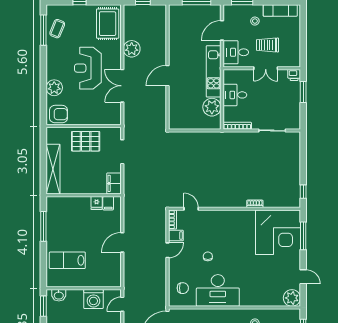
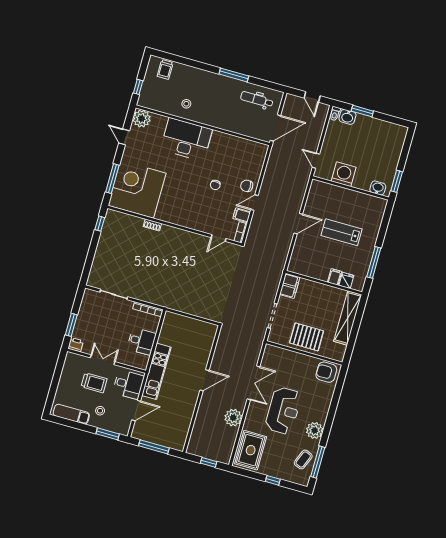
plant: (54, 88) -> (315, 430), moved
plant: (212, 107) -> (168, 335), removed
fridge: (97, 203) -> (346, 280), moved
filing cabinet: (108, 203) -> (335, 277), moved
door: (191, 209) -> (219, 238), hinge flipped
lab bench: (67, 260) -> (342, 232), moved, turned 180
chair: (183, 288) -> (247, 186), moved
desk: (218, 290) -> (186, 139), moved
door: (122, 304) -> (316, 161), swing flipped

